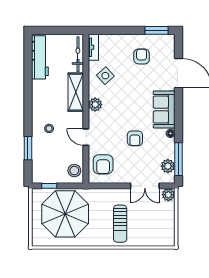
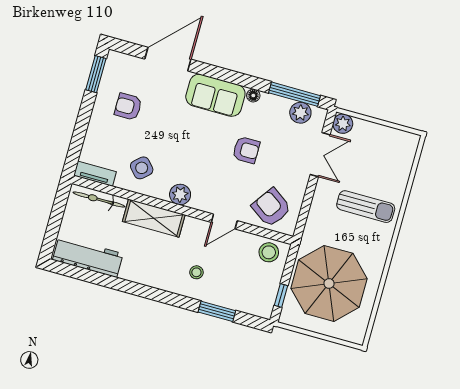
armchair: (103, 164) -> (271, 207), turned -145

